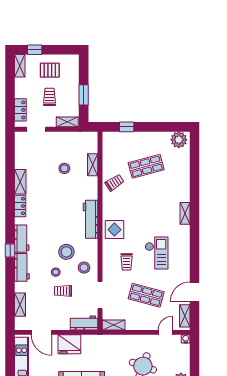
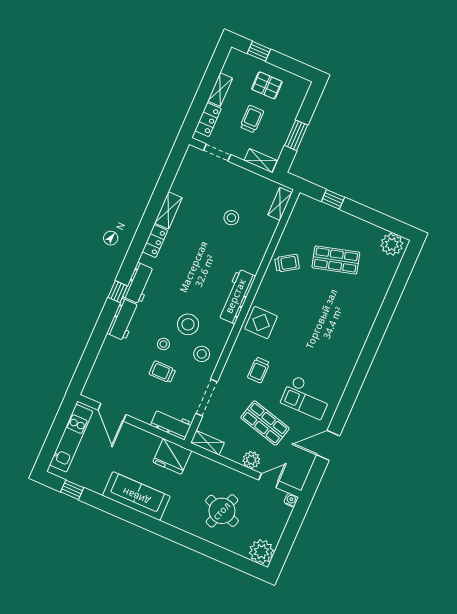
shelving: (20, 66) -> (220, 90), moved
shelving: (93, 165) -> (280, 204), moved
shelving: (185, 213) -> (359, 341), removed
checkout: (157, 253) -> (306, 397), moved, turned 90
shelving: (20, 305) -> (100, 366), removed
shelving: (185, 316) -> (303, 470), removed
plant: (148, 324) -> (251, 460), added
fridge: (69, 344) -> (172, 456), moved

